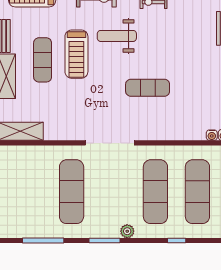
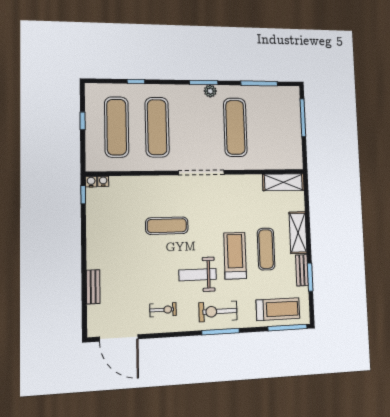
weight bench: (117, 36) -> (198, 275), turned 180
plant: (127, 231) -> (210, 91), moved

